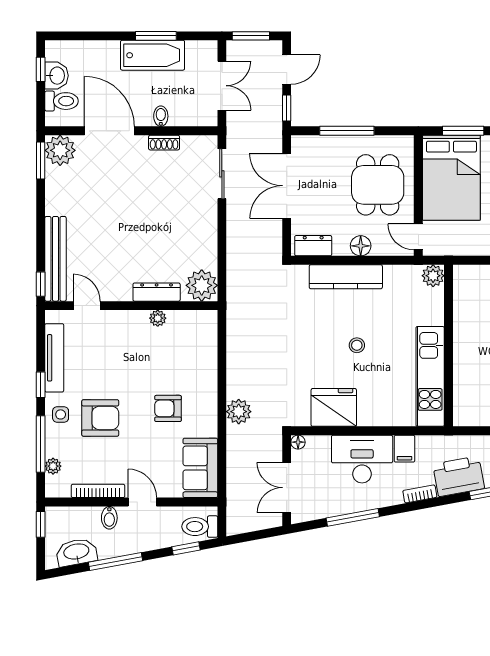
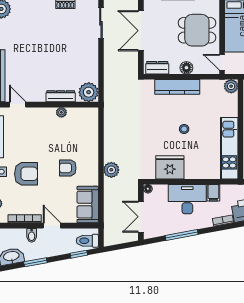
dining table: (378, 185) -> (197, 30), turned 90
window: (115, 562) -> (35, 262), width x0.69

